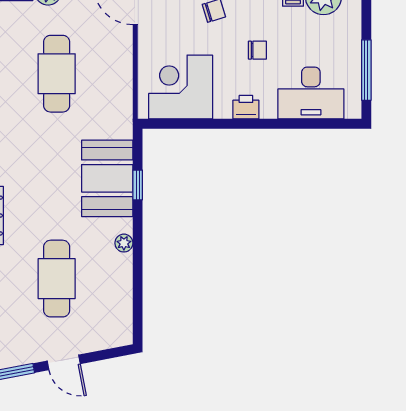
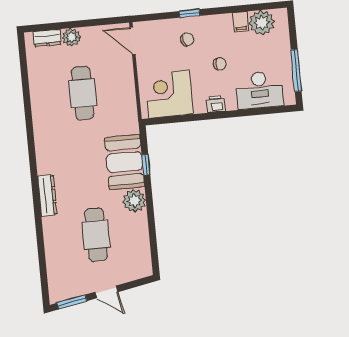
plant: (124, 243) -> (134, 201), width x1.88, depth x1.88

